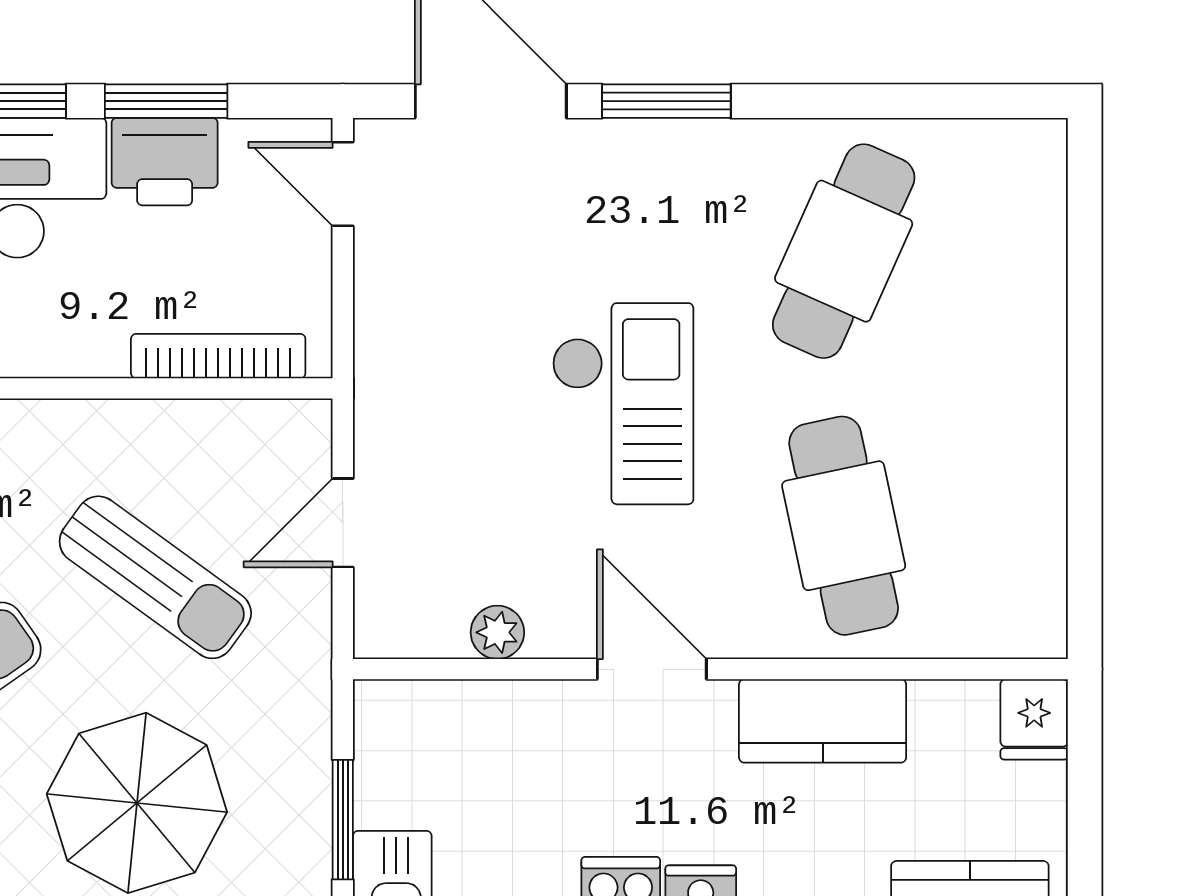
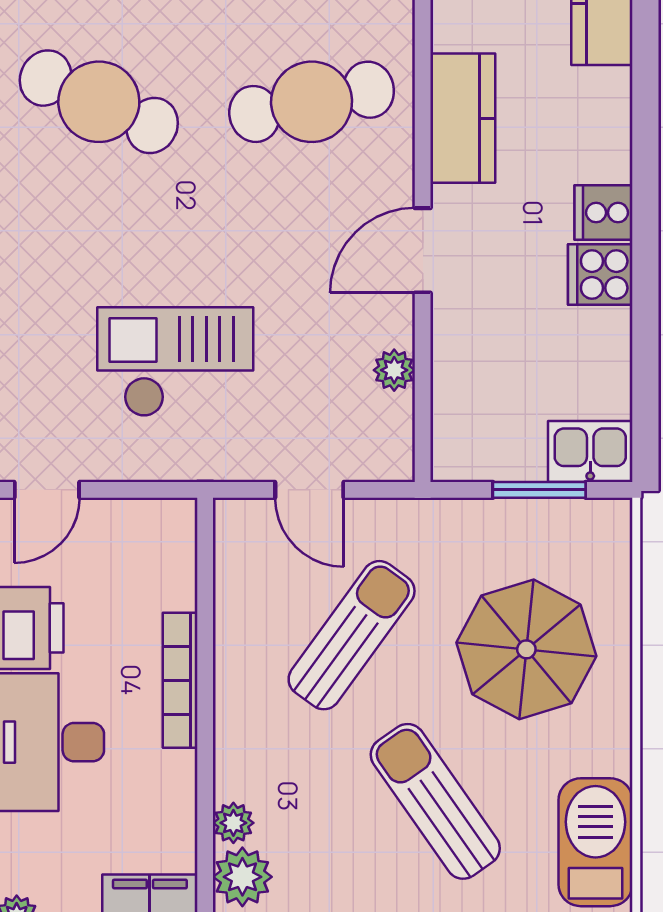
bookcase: (218, 356) -> (180, 680), moved
checkout: (623, 404) -> (175, 362), moved

